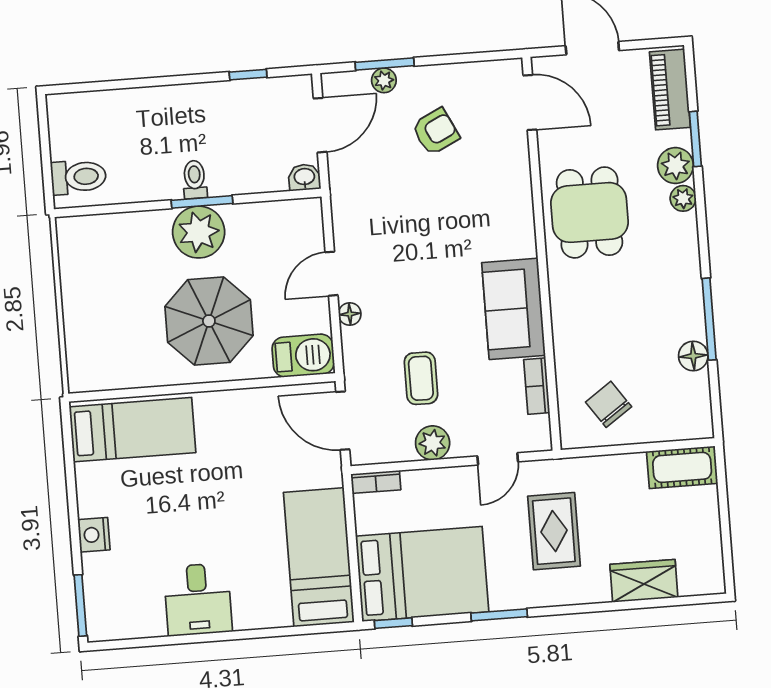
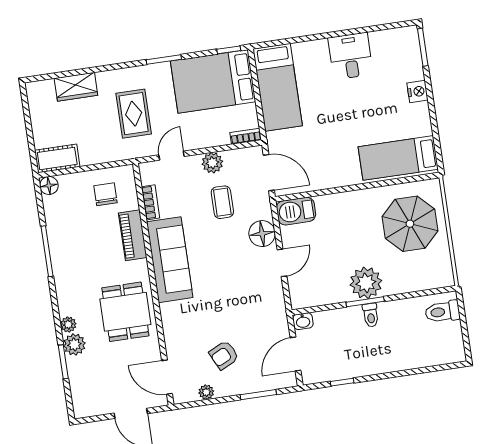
plant: (384, 80) -> (206, 392), moved
piano: (670, 90) -> (133, 235), moved, turned 180
sofa: (514, 309) -> (170, 260), width x1.36
floor lamp: (350, 314) -> (262, 234), width x1.89, depth x1.89
parasol: (209, 321) -> (410, 224), moved
floor lamp: (693, 356) -> (49, 185), moved
chair: (609, 404) -> (105, 194), turned -145

